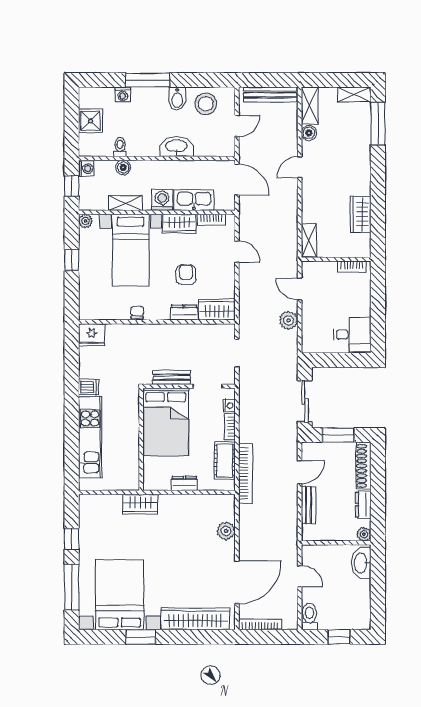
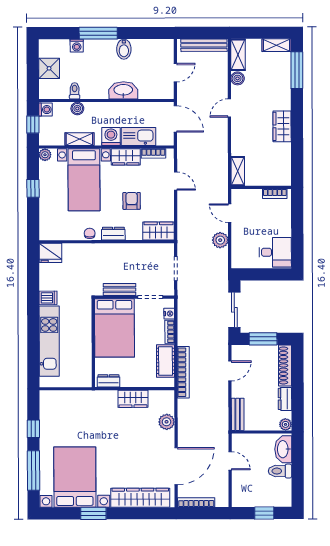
stool: (206, 104) -> (148, 54), removed
wardrobe: (360, 214) -> (282, 126), moved
dresser: (184, 313) -> (113, 234), moved
dresser: (184, 483) -> (108, 381), moved
wardrobe: (140, 504) -> (133, 399), moved
bench: (308, 505) -> (238, 414), moved
toilet: (309, 616) -> (280, 471), moved, turned -90

